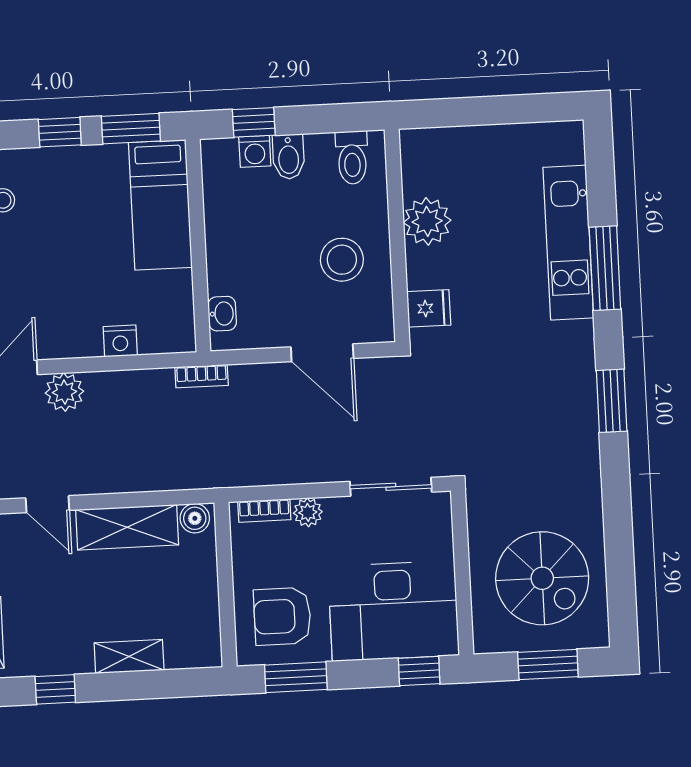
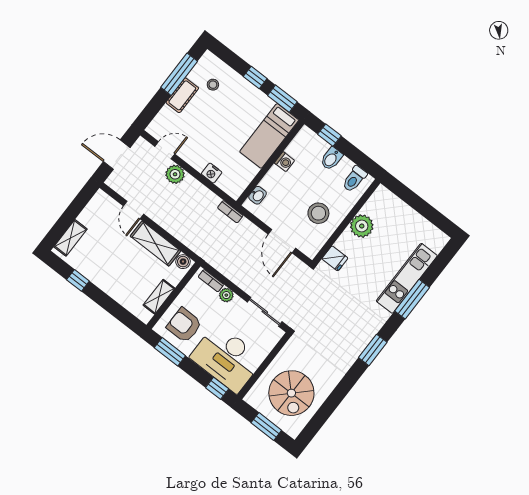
washing machine: (255, 151) -> (285, 162), moved, turned -90
shelving: (129, 657) -> (159, 297), moved, turned 90

